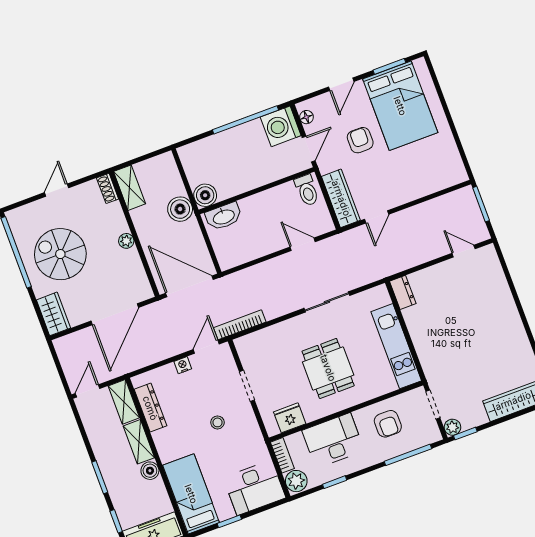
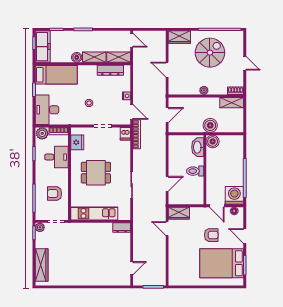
toilet: (307, 190) -> (195, 171), moved
wardrobe: (341, 198) -> (179, 213), width x0.67
door: (189, 286) -> (167, 115), width x0.53
door: (115, 314) -> (167, 70), width x0.53
dishwasher: (246, 344) -> (125, 134), added
desk: (333, 441) -> (56, 157), width x0.73

